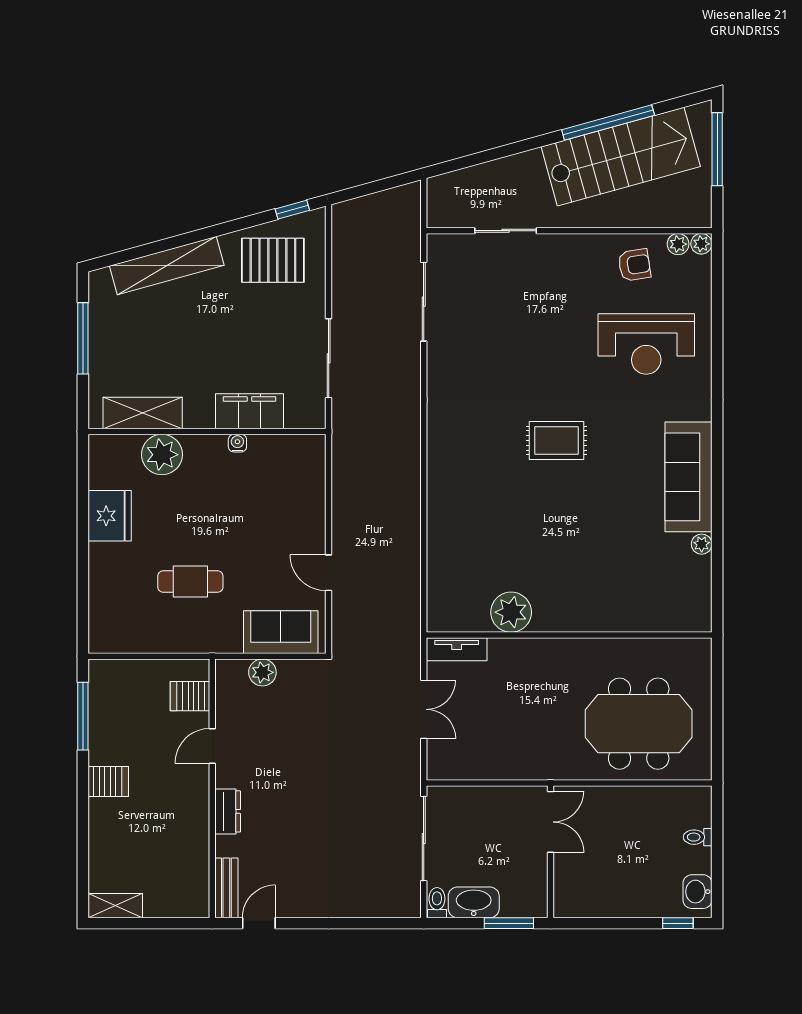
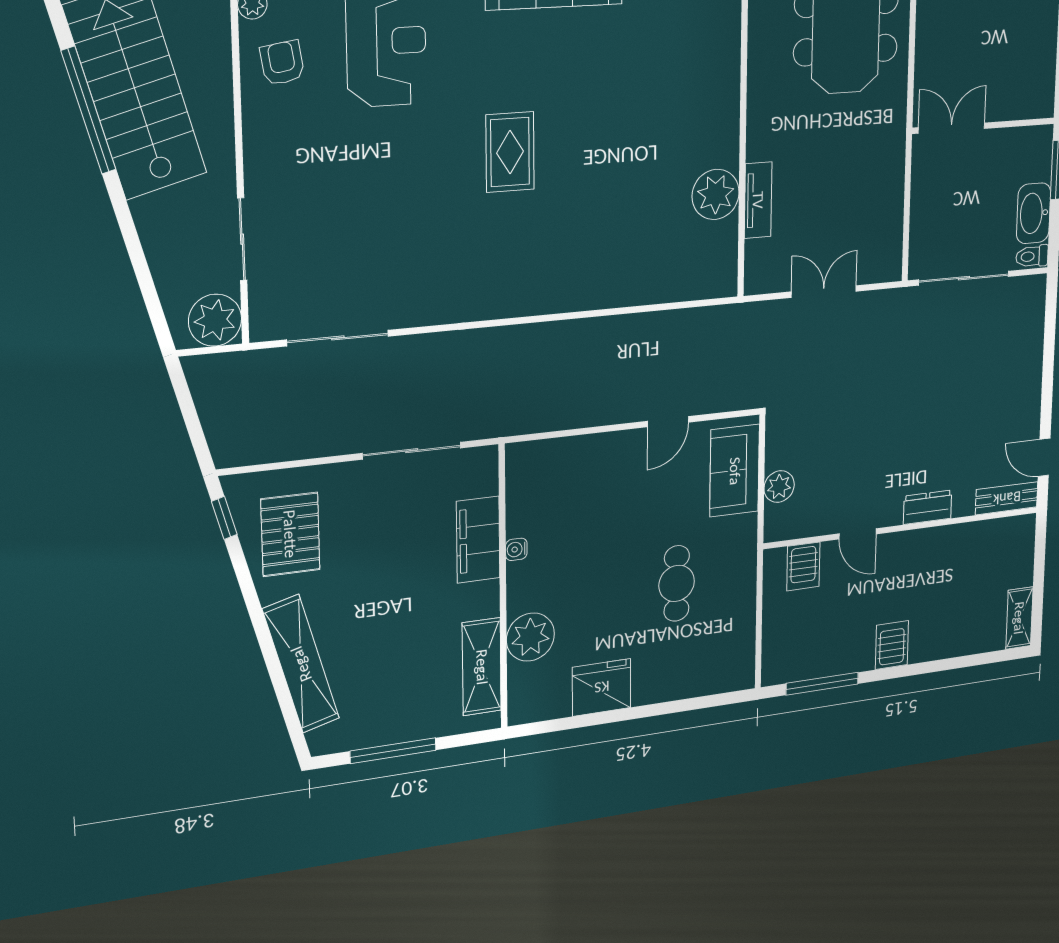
plant: (446, 208) -> (215, 320), added
tv unit: (457, 649) -> (758, 200), moved

